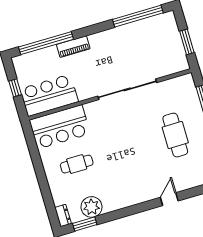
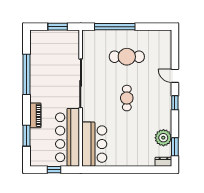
window: (138, 16) -> (27, 74), moved
window: (46, 43) -> (27, 136), width x0.47
bar counter: (49, 95) -> (68, 137), width x1.36
cafe table: (77, 164) -> (127, 98), moved
window: (137, 209) -> (175, 103), added

